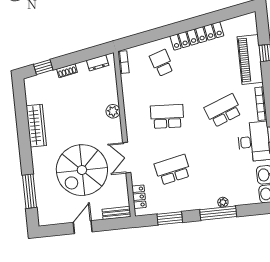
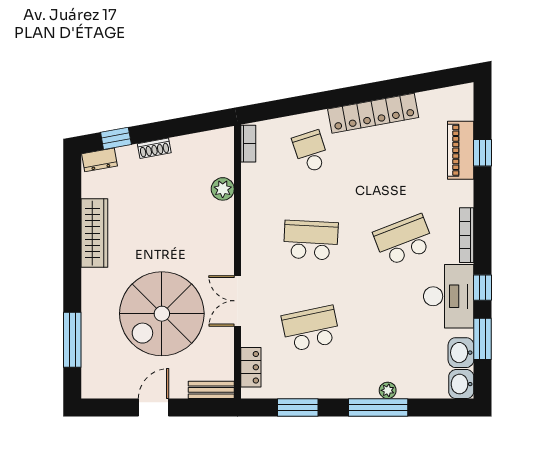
piano: (250, 59) -> (461, 150), width x0.73, depth x0.75
dresser: (98, 63) -> (100, 160), moved
plant: (113, 111) -> (223, 189), moved

